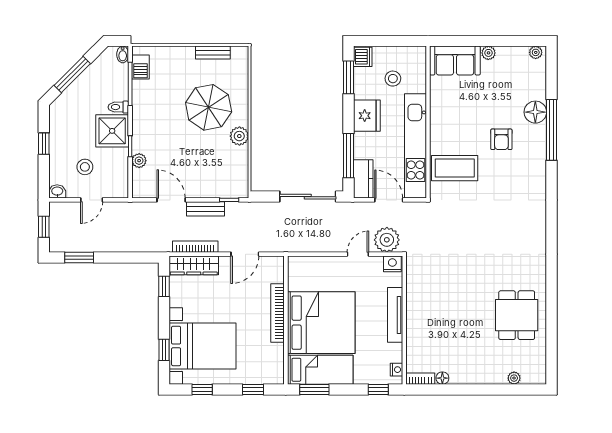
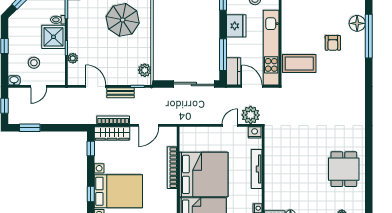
plant: (239, 136) -> (145, 70), moved

